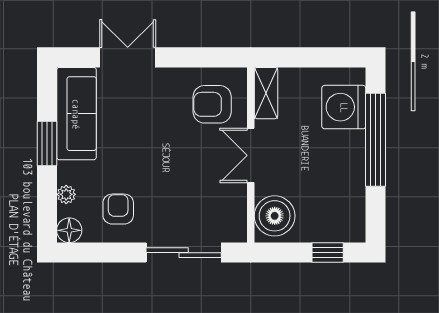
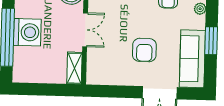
armchair: (212, 104) -> (144, 50), moved, turned 90
washing machine: (344, 107) -> (27, 32), moved

